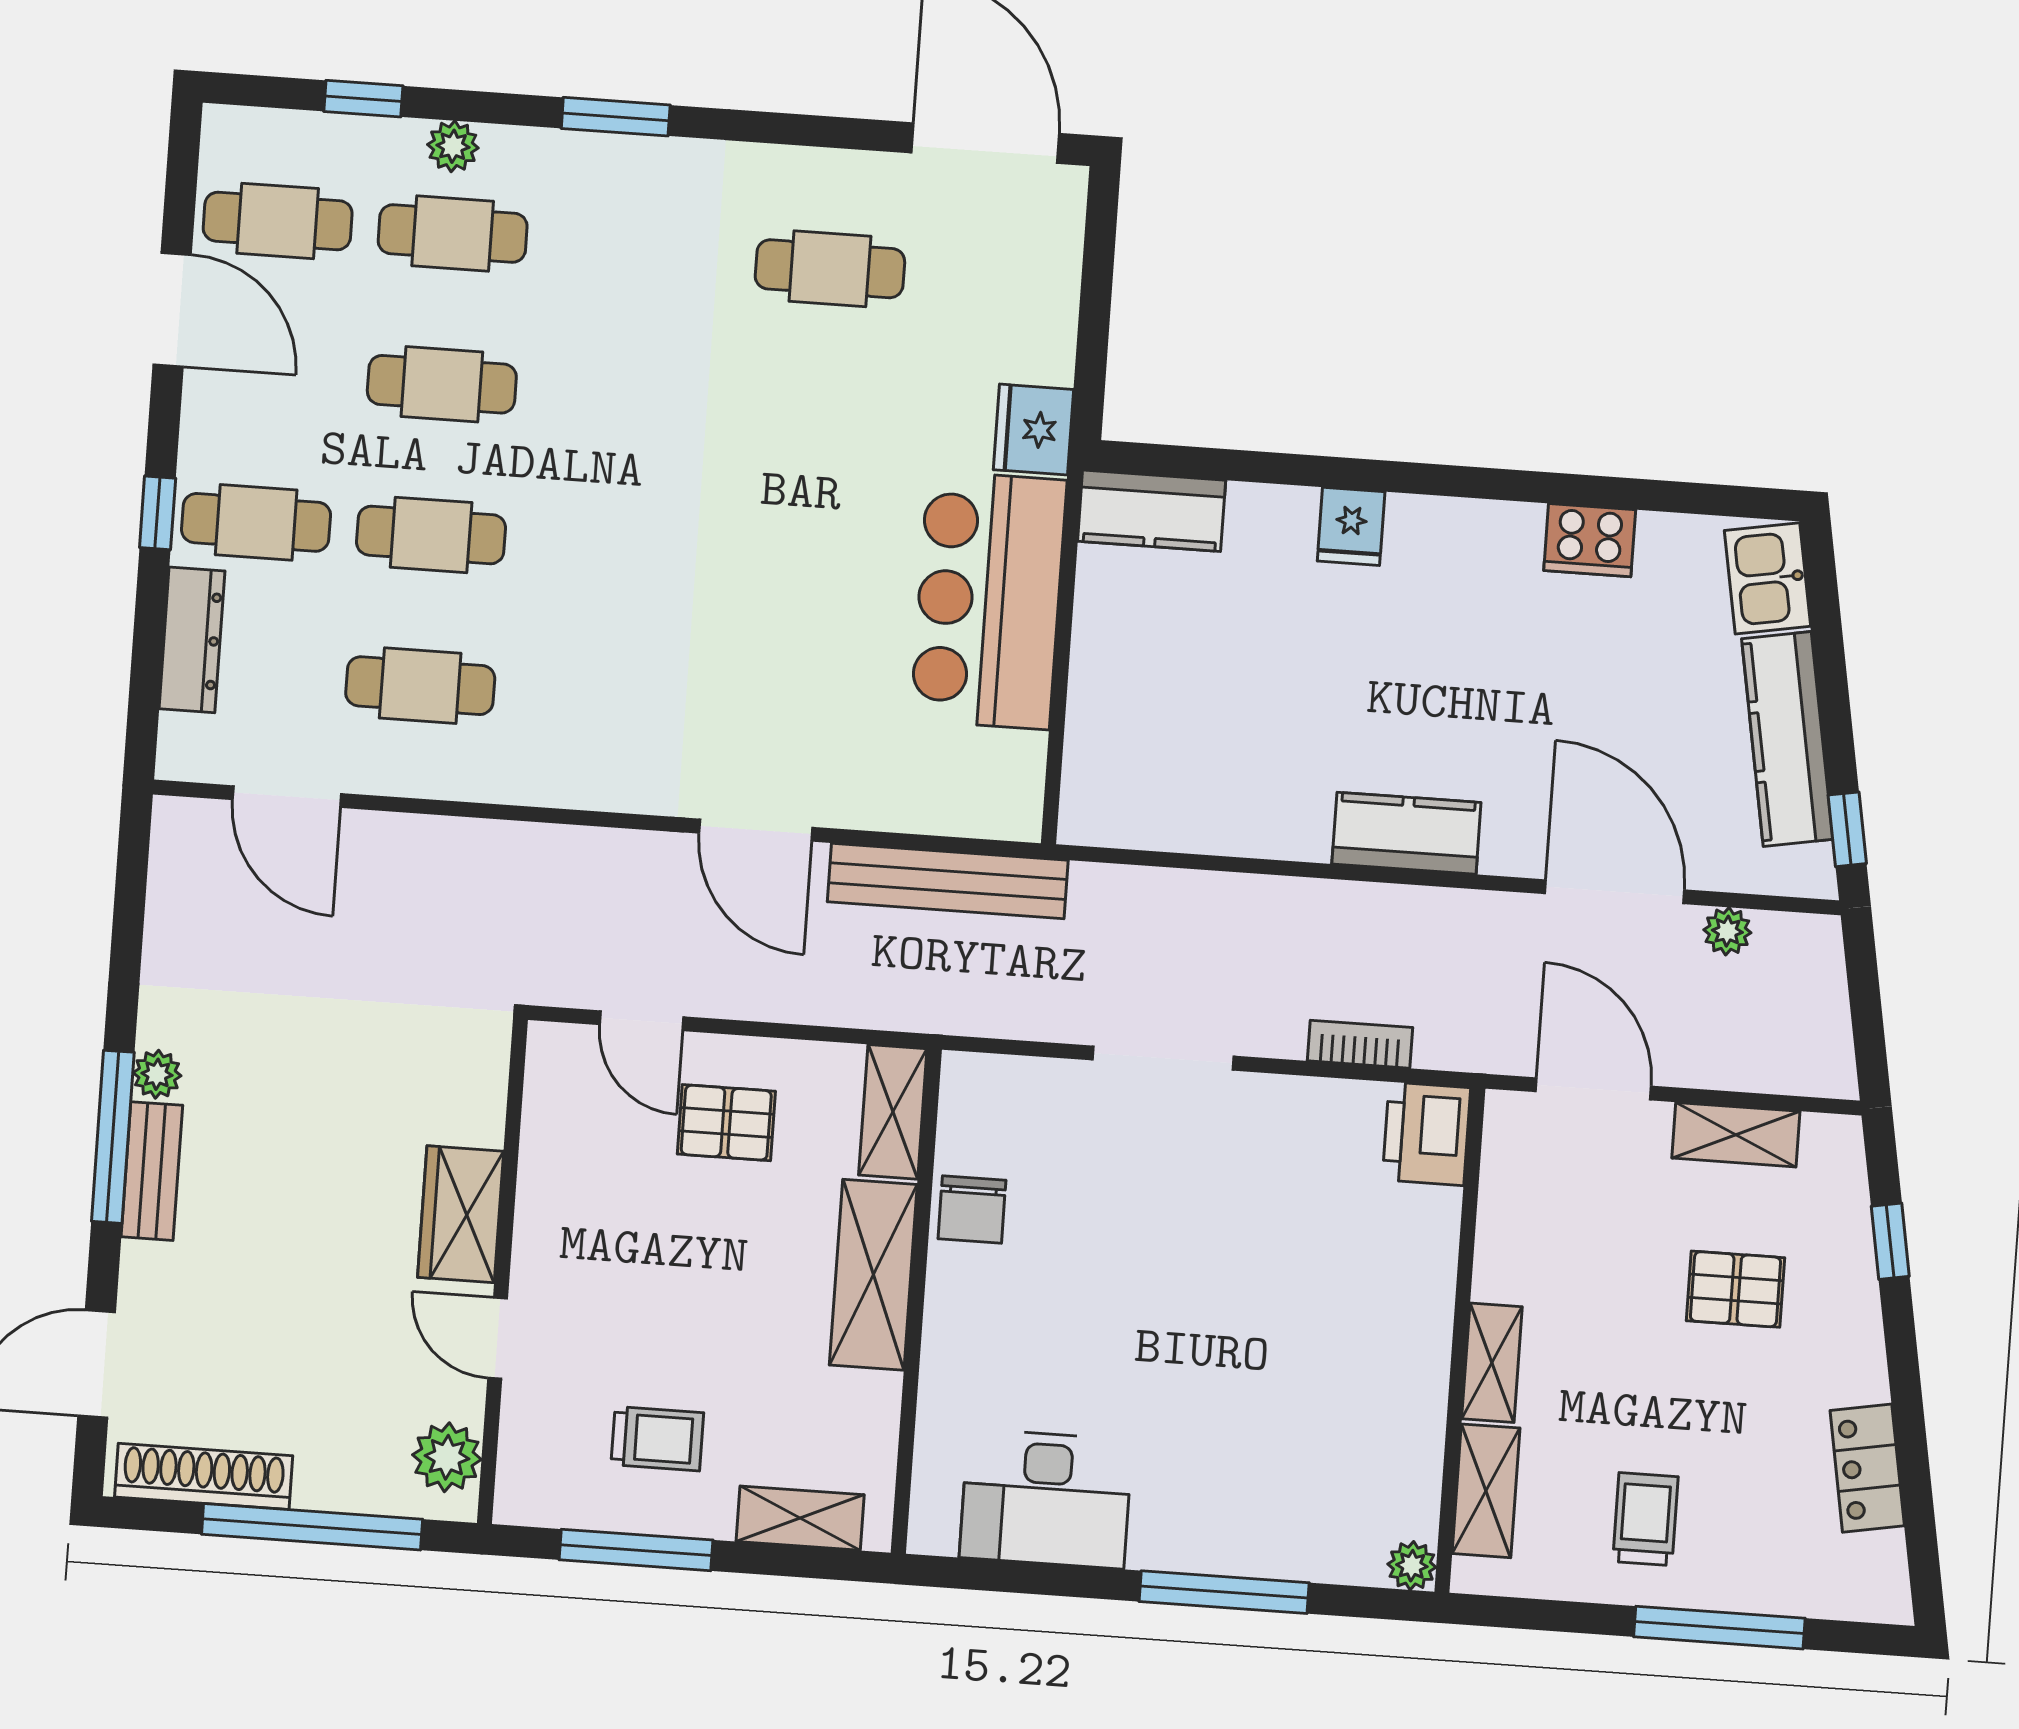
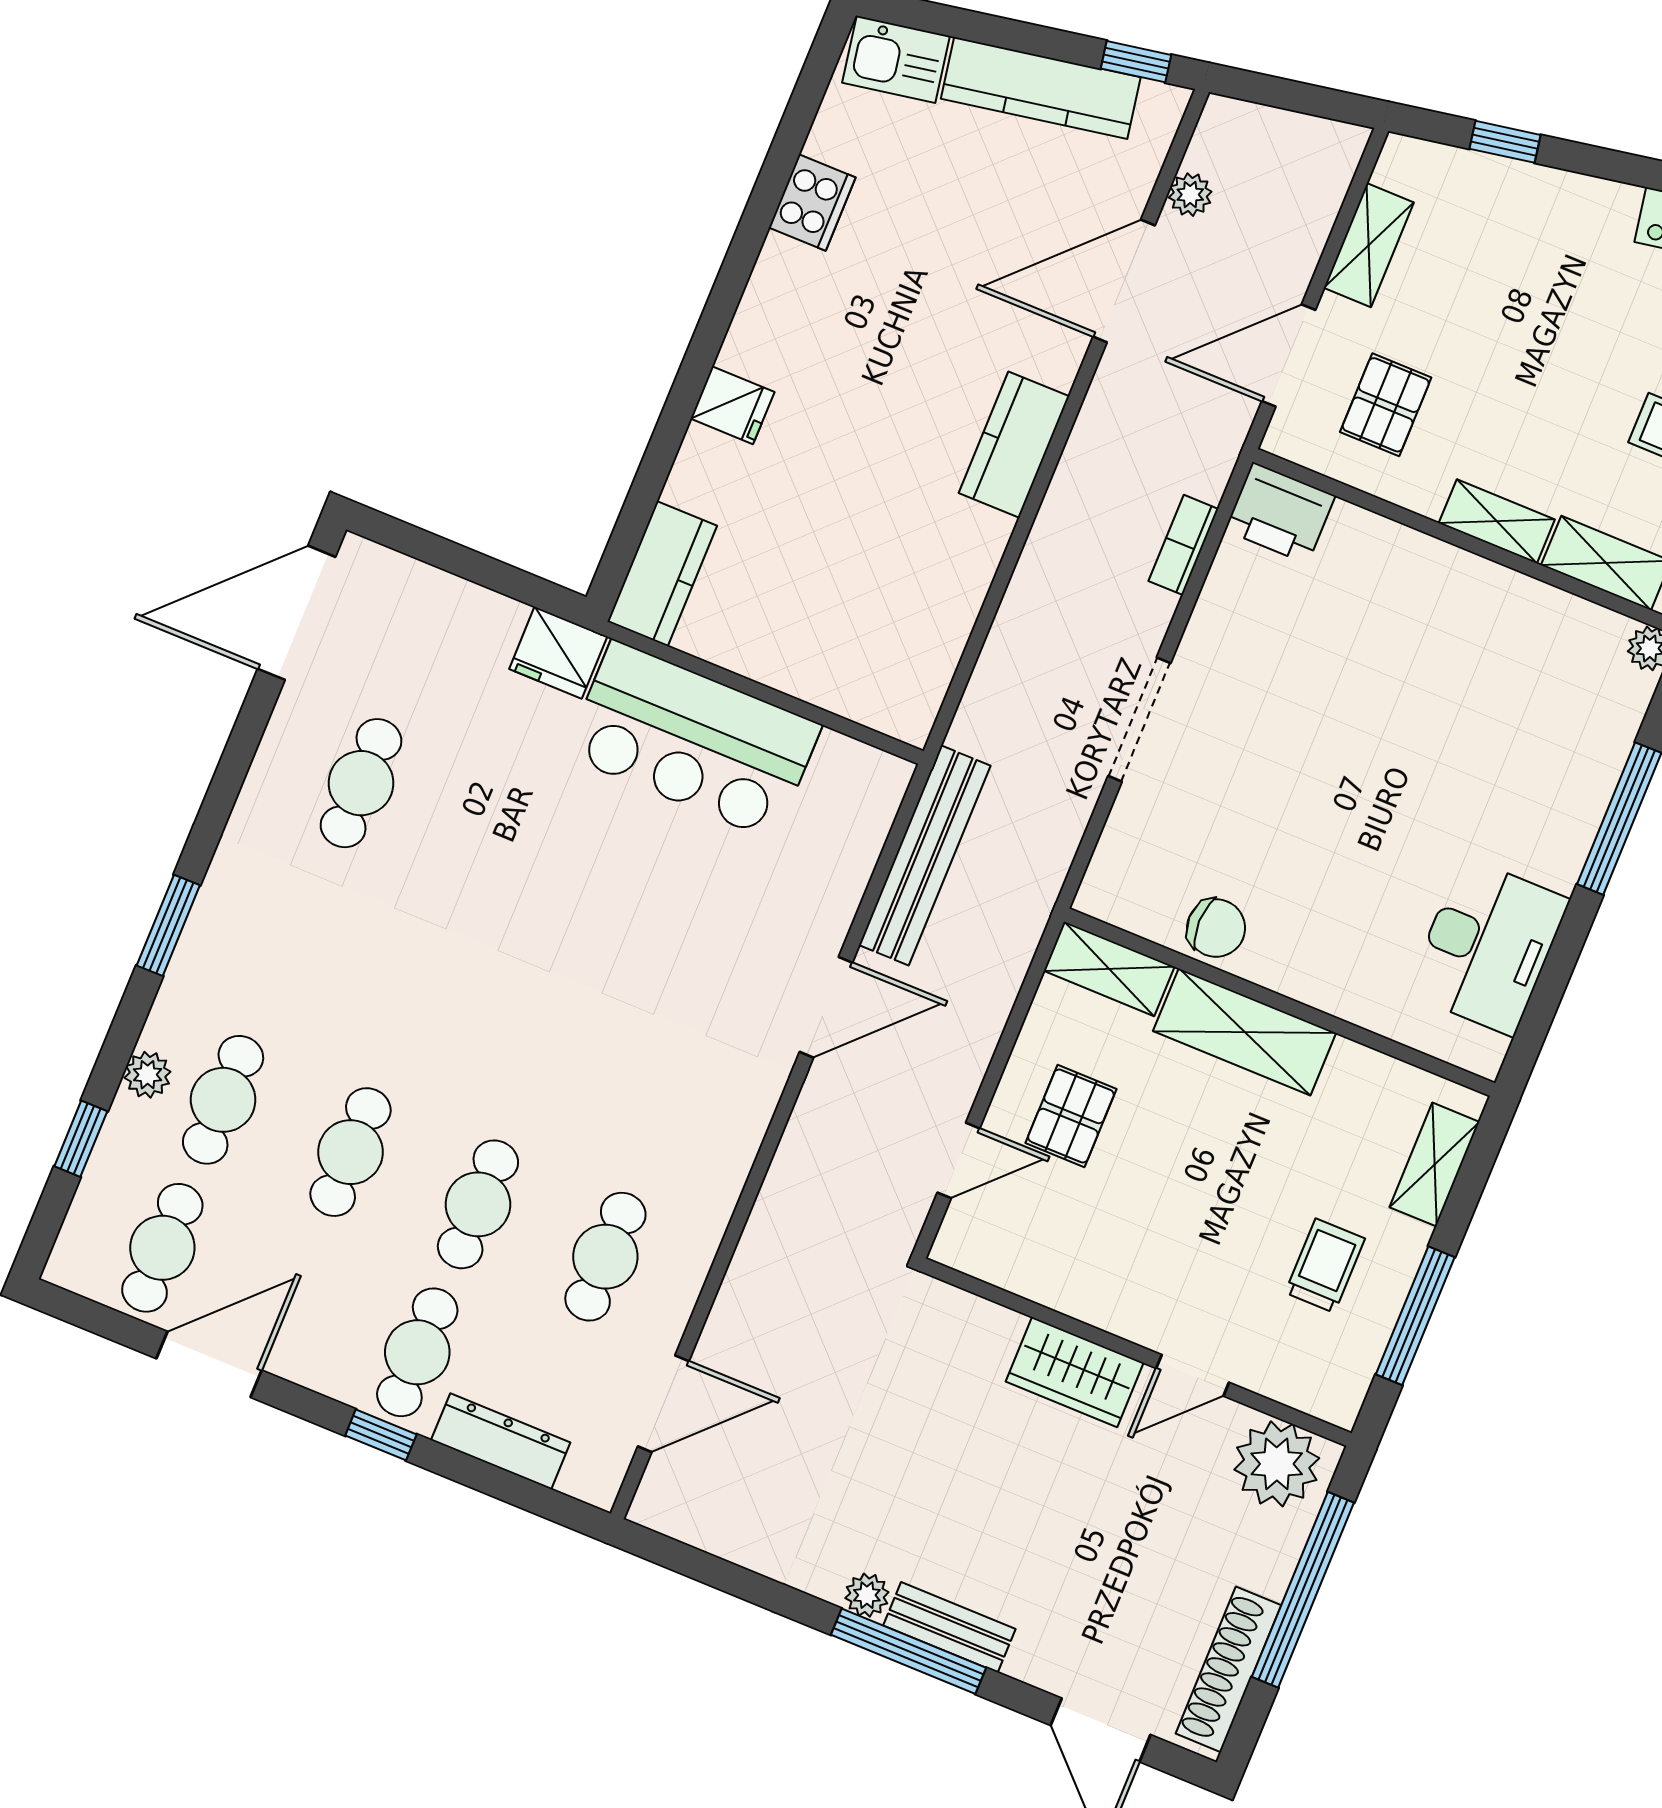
pallet: (1736, 1289) -> (1386, 405), moved
plant: (447, 1457) -> (1277, 1464), width x1.36, depth x1.36

